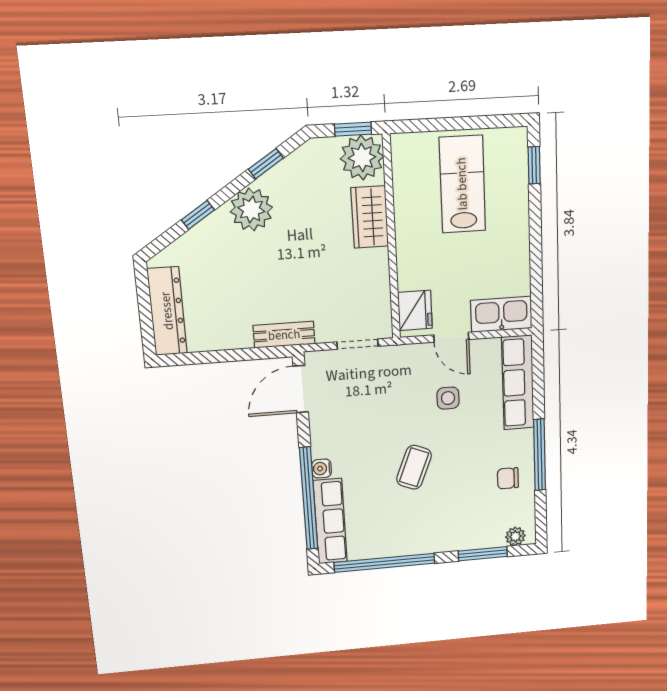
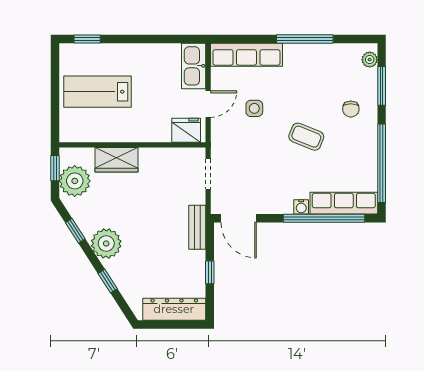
plant: (362, 158) -> (75, 181), moved
window: (223, 356) -> (210, 272), added
chair: (508, 478) -> (351, 109), moved

